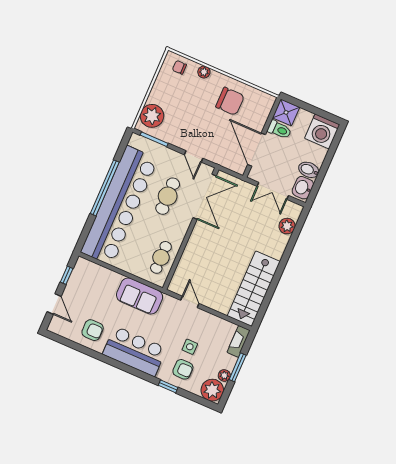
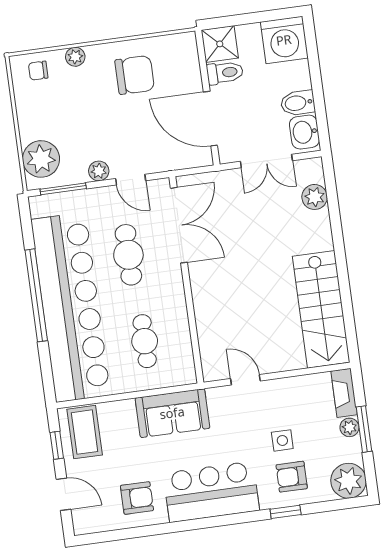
plant: (179, 141) -> (99, 171), added
cafe table: (161, 257) -> (145, 341), moved
coffee table: (86, 277) -> (85, 432), added
armchair: (183, 369) -> (292, 477), turned 180
plant: (224, 375) -> (349, 427), moved

